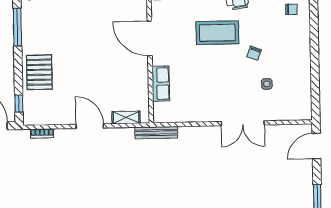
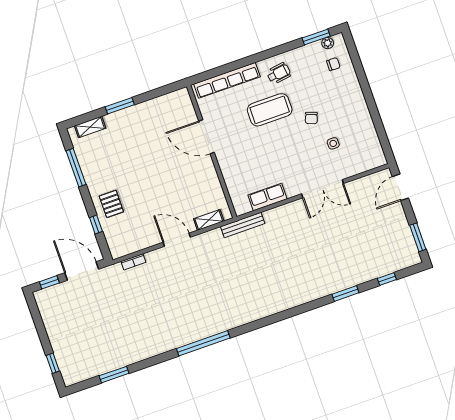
pallet: (39, 72) -> (111, 204), width x0.67, depth x0.71
row of seats: (161, 84) -> (267, 197), moved, turned -90
window: (19, 104) -> (96, 224), moved

